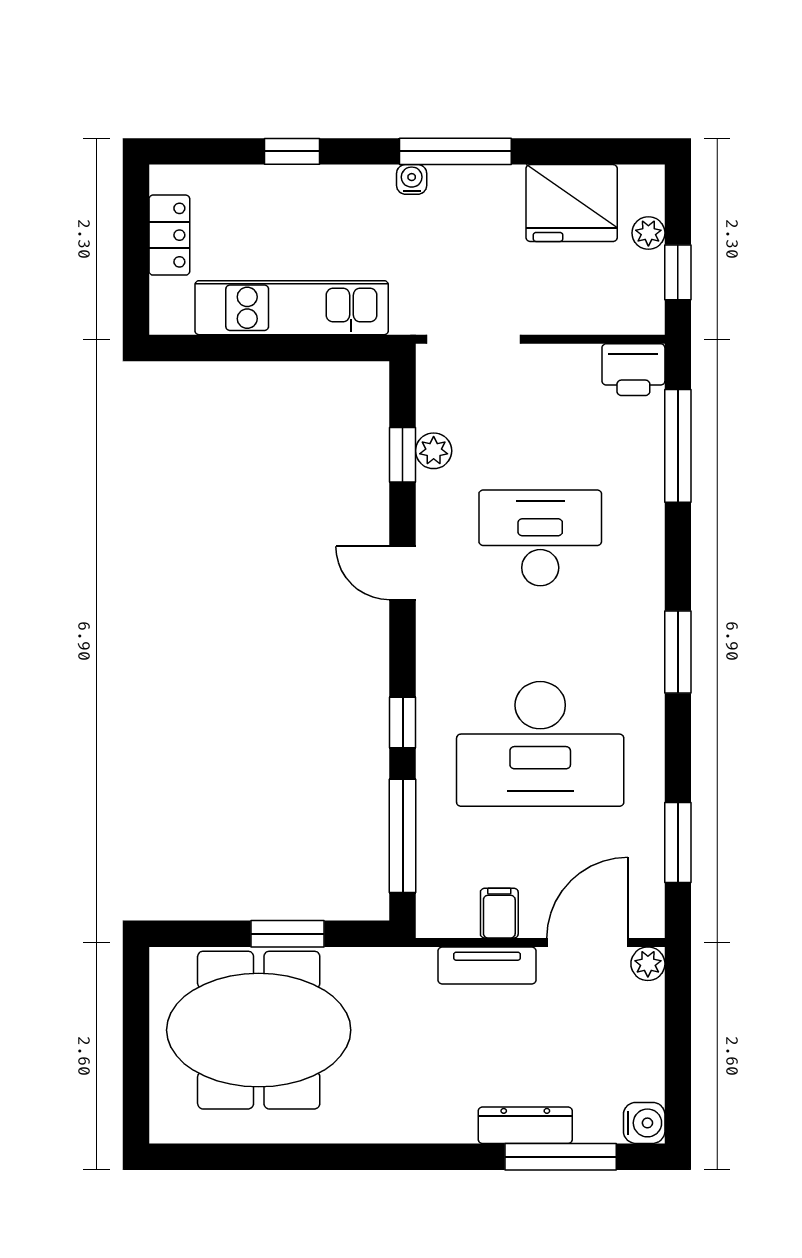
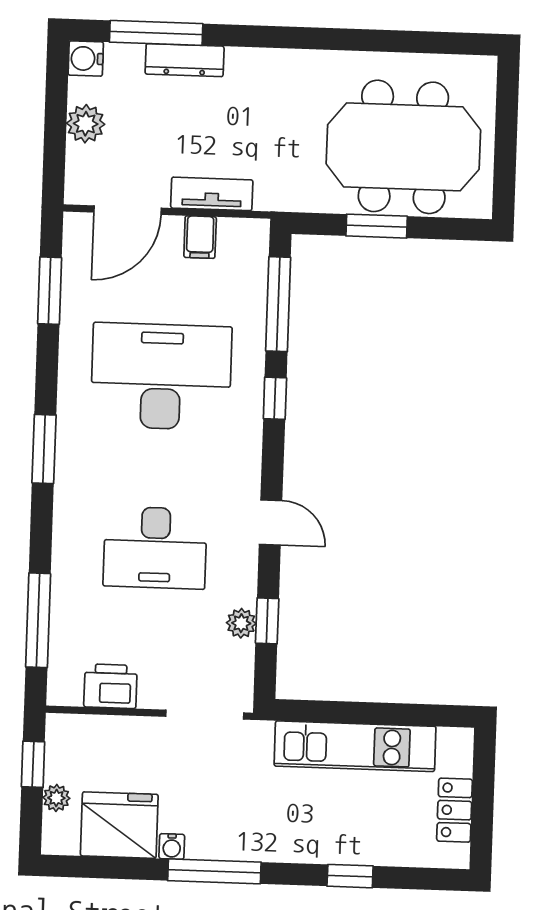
water cooler: (412, 179) -> (172, 847), moved
printer: (633, 370) -> (110, 686), moved
plant: (648, 964) -> (86, 124), moved, width x1.38, depth x1.38

